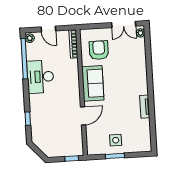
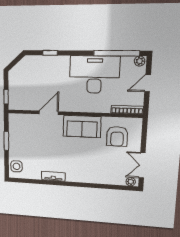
armchair: (99, 50) -> (117, 136), turned 90
desk: (40, 77) -> (94, 74), width x1.36, depth x1.30
door: (83, 116) -> (49, 113), swing flipped
side table: (116, 140) -> (16, 166), moved

